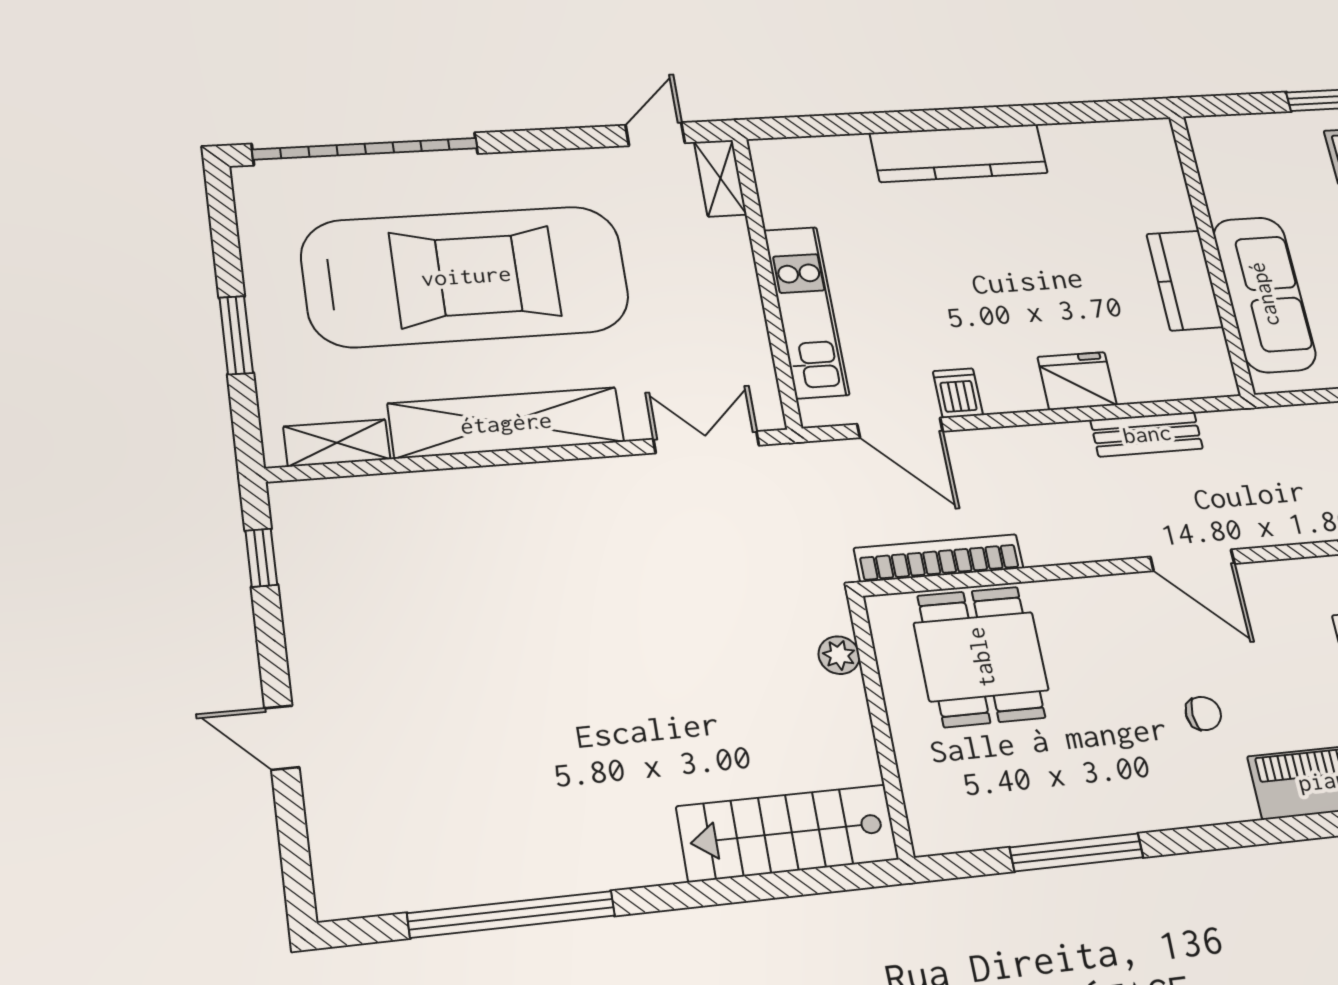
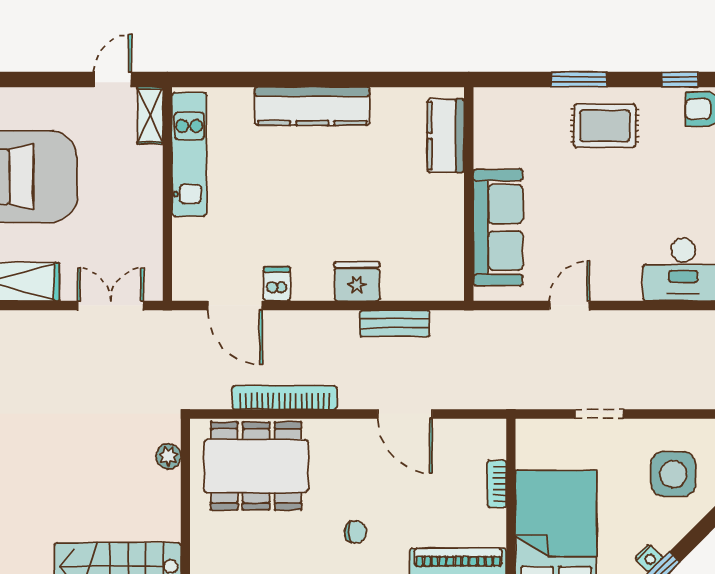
kitchen counter: (1185, 280) -> (446, 136), moved
kitchen unit: (806, 312) -> (189, 154), moved
bookcase: (939, 558) -> (285, 398), moved
dining table: (981, 657) -> (256, 466), width x1.38
chair: (1203, 713) -> (356, 532), moved

